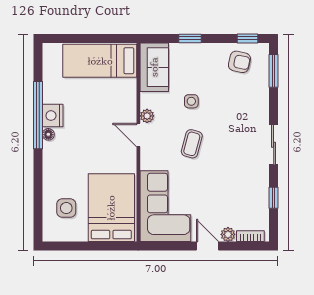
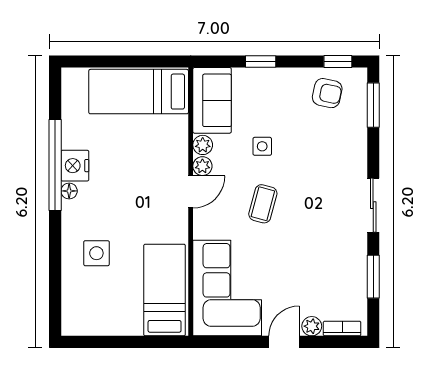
plant: (147, 100) -> (203, 145), added
door: (138, 135) -> (191, 192), swing flipped
window: (274, 198) -> (373, 277), width x1.50
side table: (66, 208) -> (96, 253), moved
bed: (111, 208) -> (165, 290), width x0.67
door: (207, 246) -> (284, 342), hinge flipped

